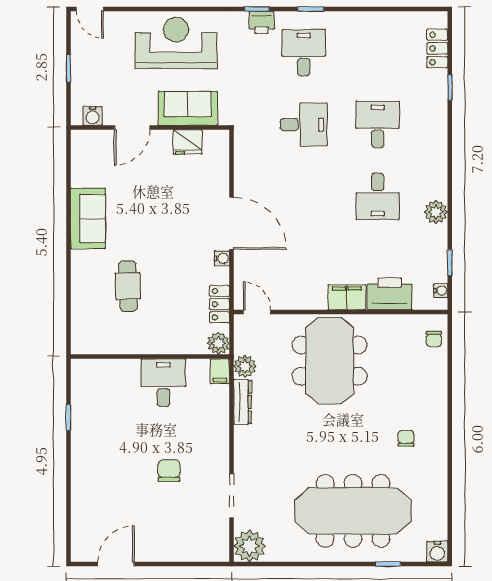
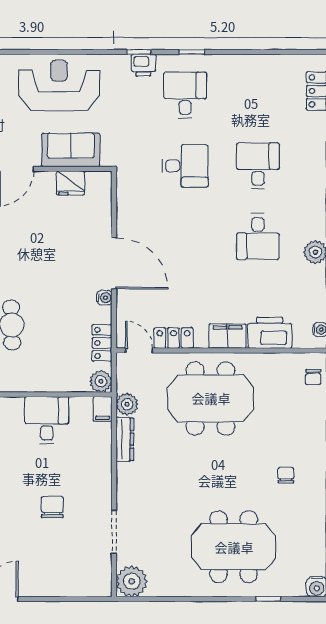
locker: (292, 299) -> (173, 338), added
meeting table: (330, 361) -> (211, 398), turned 90
meeting table: (353, 511) -> (234, 547), width x0.73

